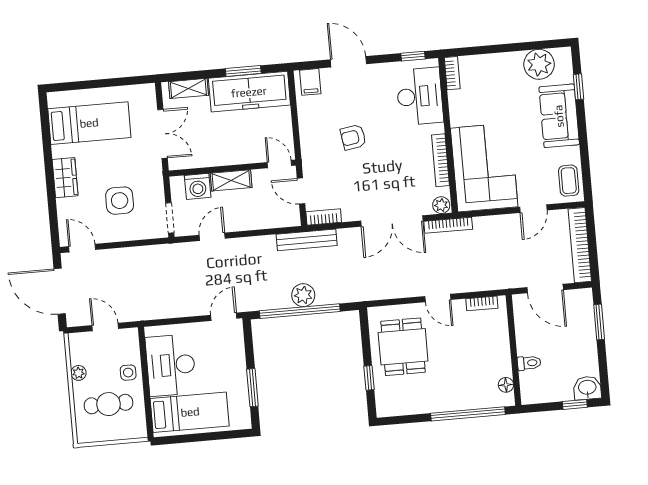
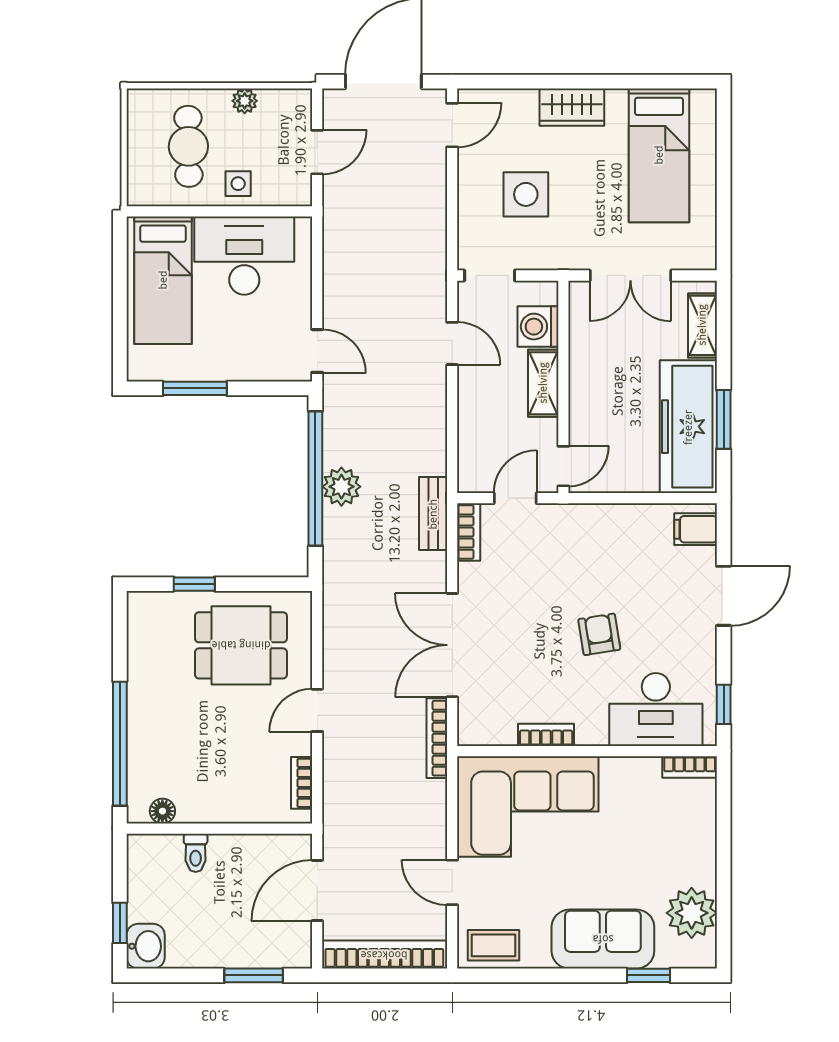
armchair: (353, 137) -> (599, 634), moved
bookcase: (440, 160) -> (546, 735), width x0.64
plant: (441, 205) -> (471, 730), removed
bench: (307, 240) -> (433, 514), width x0.73

